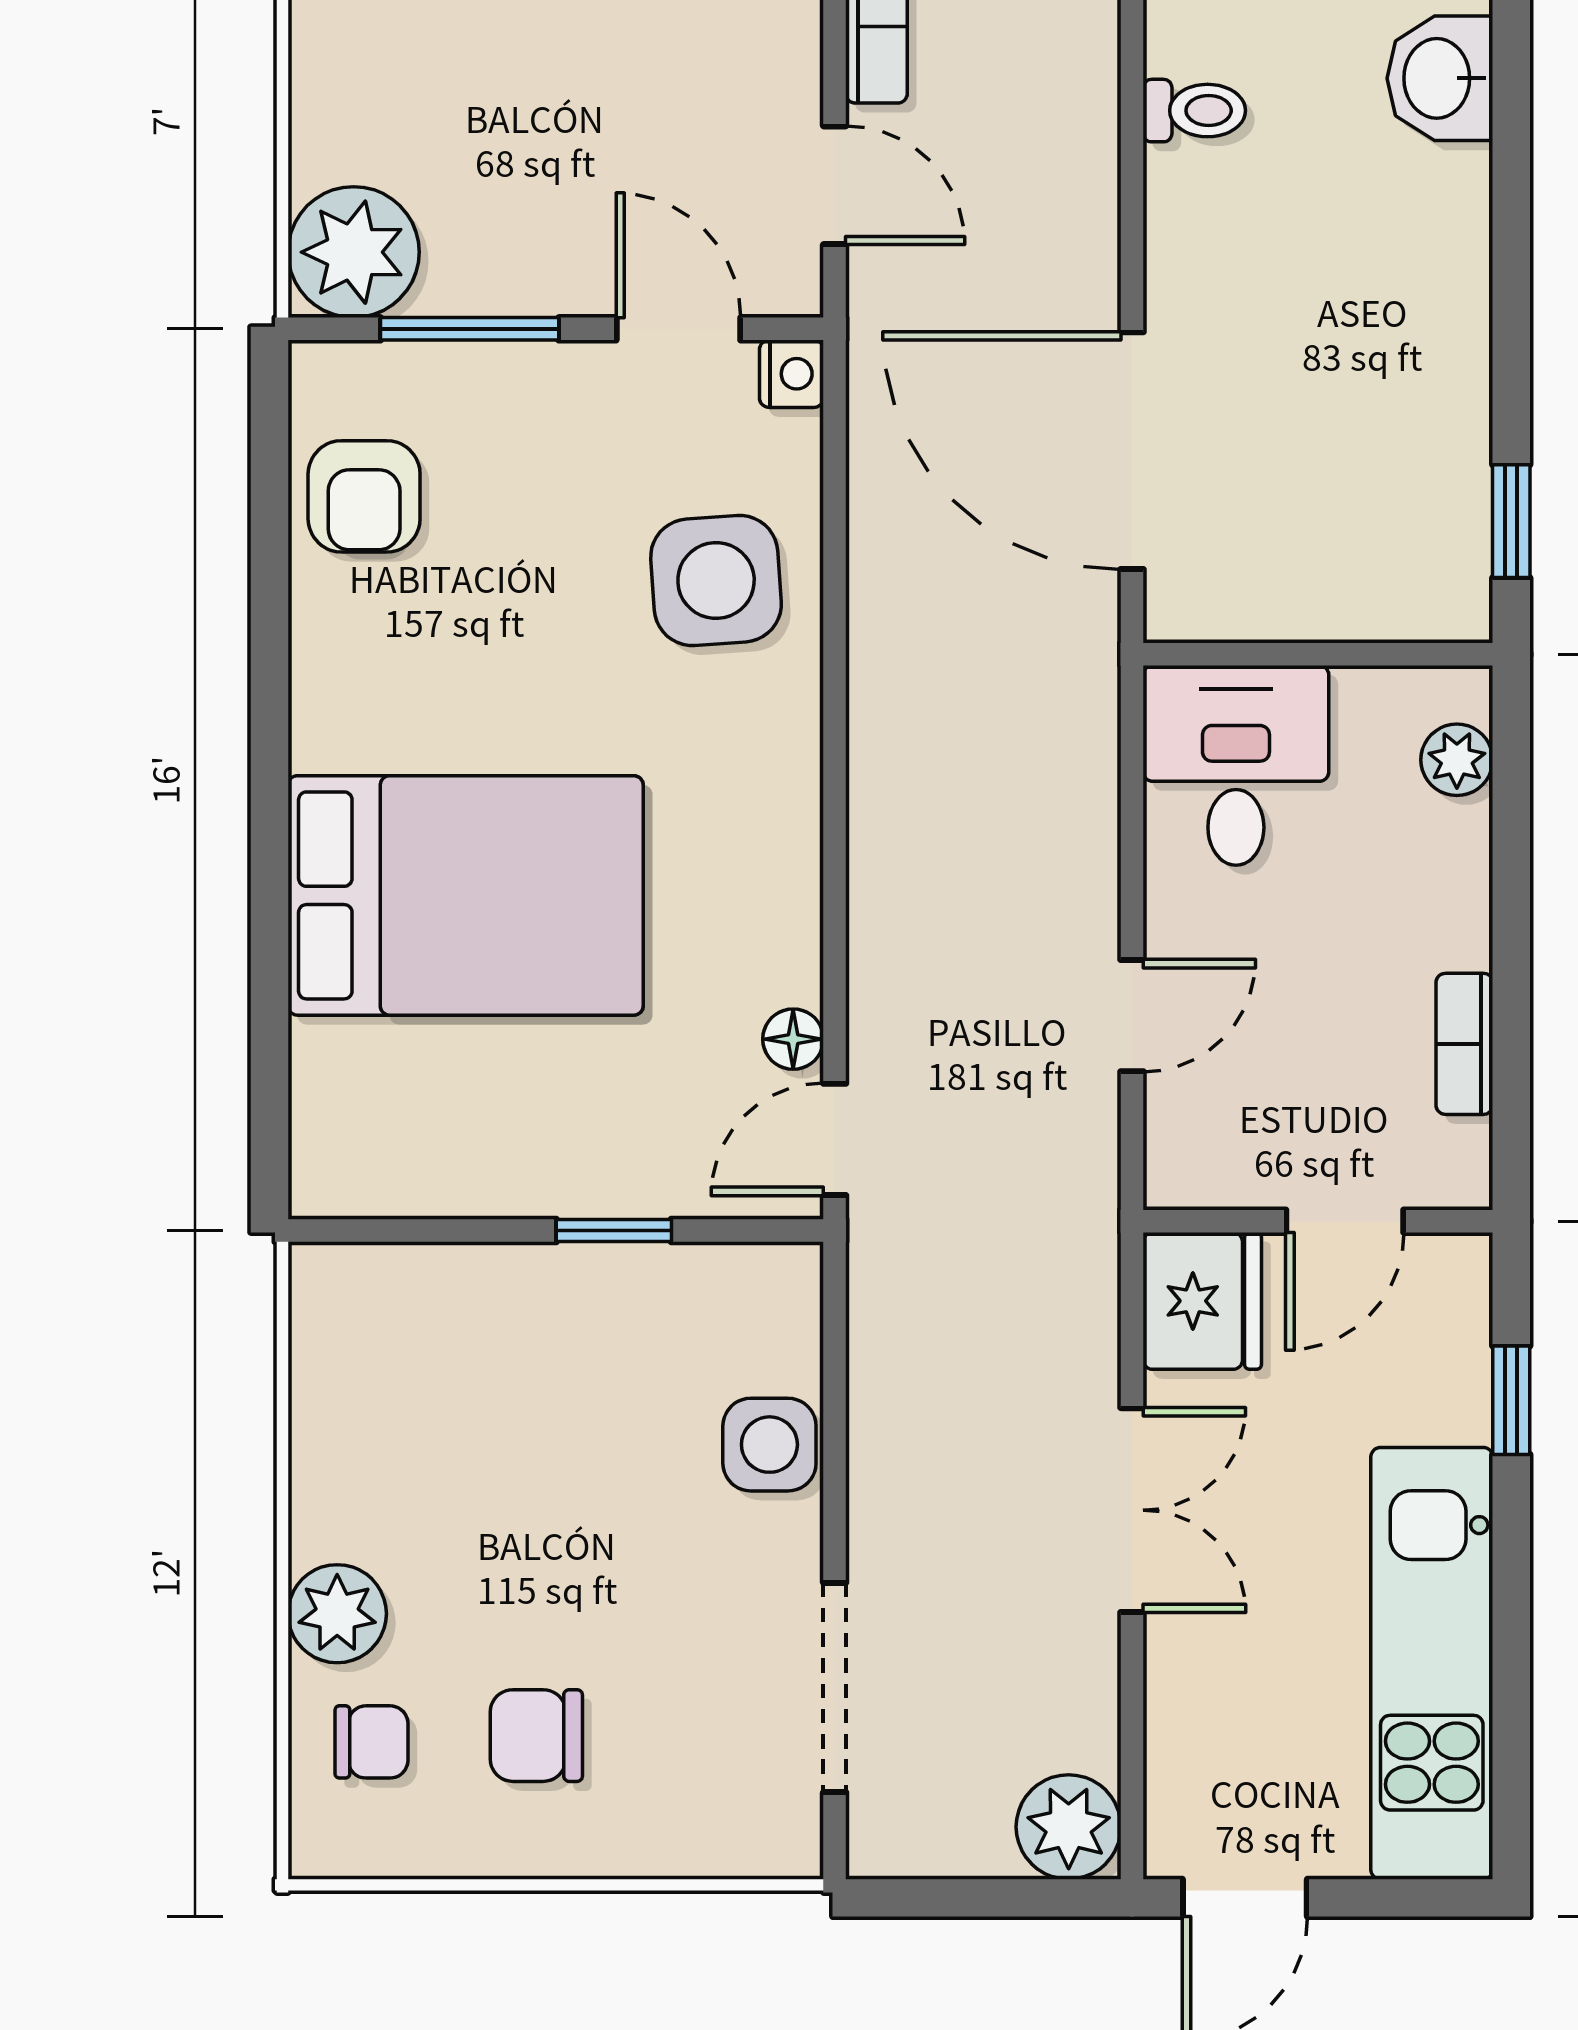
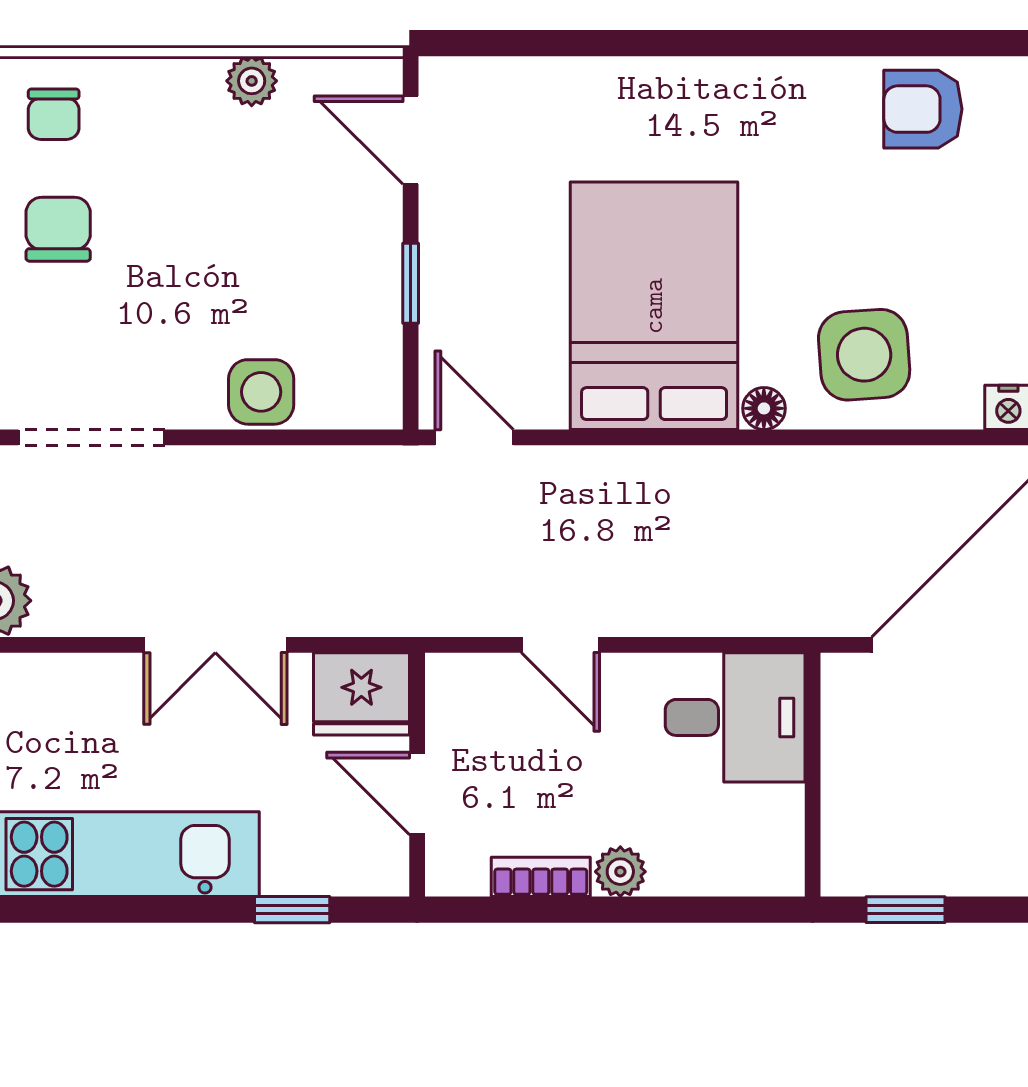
plant: (1457, 760) -> (620, 872), moved
bed: (466, 895) -> (654, 306), moved, turned 180
floor lamp: (793, 1039) -> (764, 408), moved
door: (408, 1230) -> (411, 140), added
plant: (337, 1614) -> (252, 81), moved, width x0.73, depth x0.73

